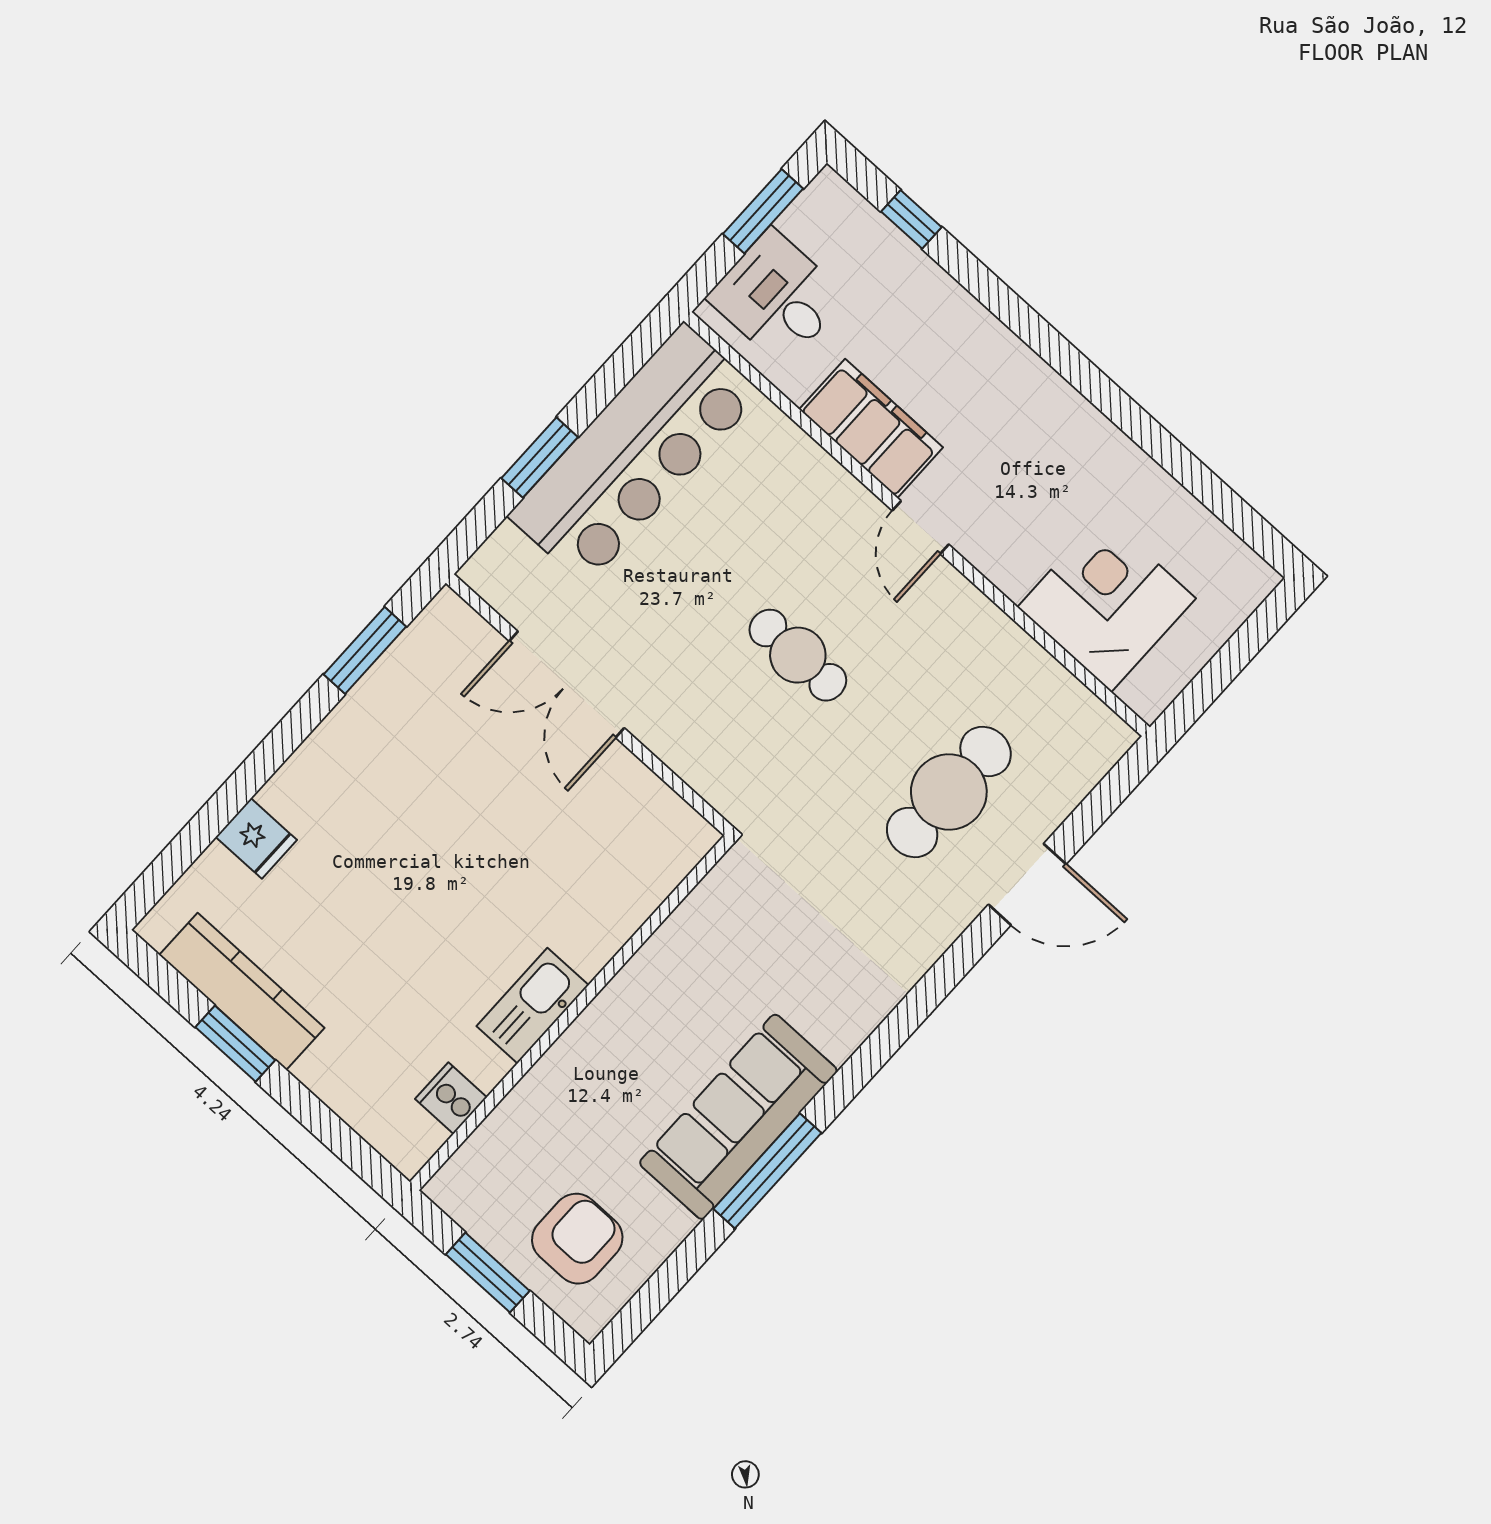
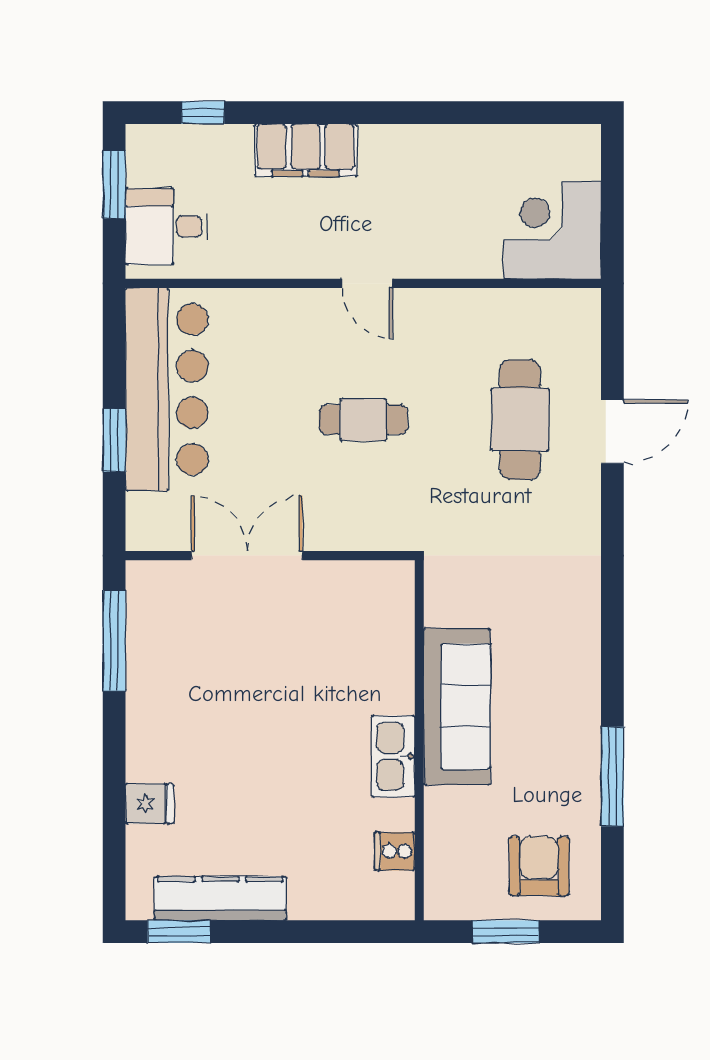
filing cabinet: (871, 428) -> (306, 150), moved, turned 180
corner desk: (1107, 603) -> (552, 230), moved
window: (365, 650) -> (114, 641), width x1.44
double door: (567, 684) -> (247, 556), swing flipped
window: (235, 1044) -> (179, 932), moved
sofa: (738, 1117) -> (457, 707), moved, turned 180
window: (767, 1171) -> (612, 776), moved

